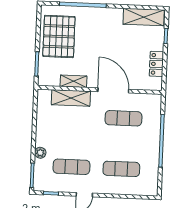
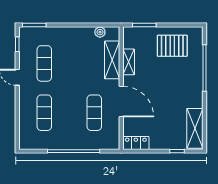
pallet: (59, 36) -> (172, 46), width x0.73, depth x0.71
locker: (156, 64) -> (136, 143), moved
door: (113, 90) -> (121, 102), hinge flipped
plant: (40, 153) -> (100, 32), moved

